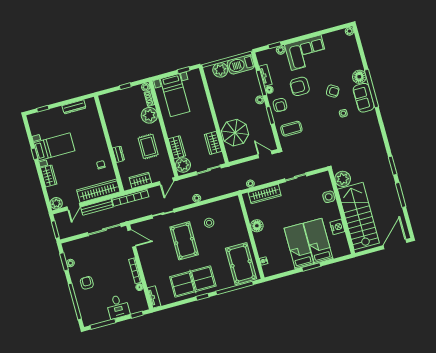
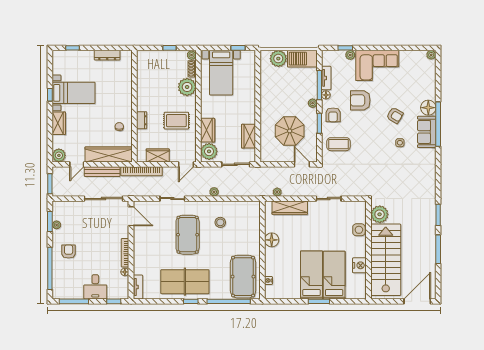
parasol: (235, 133) -> (290, 131), moved
rug: (148, 146) -> (176, 121), turned 90

